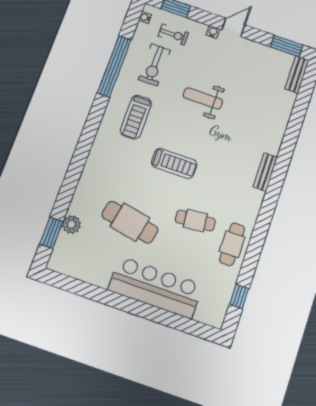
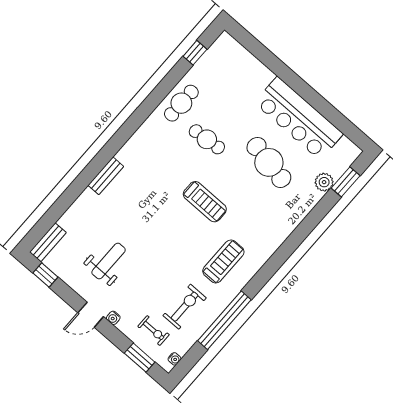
exercise bike: (173, 34) -> (154, 331), turned 180
window: (287, 46) -> (45, 275), width x0.67
weight bench: (203, 99) -> (109, 261), moved, turned -90
treadmill: (174, 163) -> (205, 202), turned 180
bench: (265, 172) -> (106, 176), moved
bar counter: (155, 287) -> (299, 118), moved

